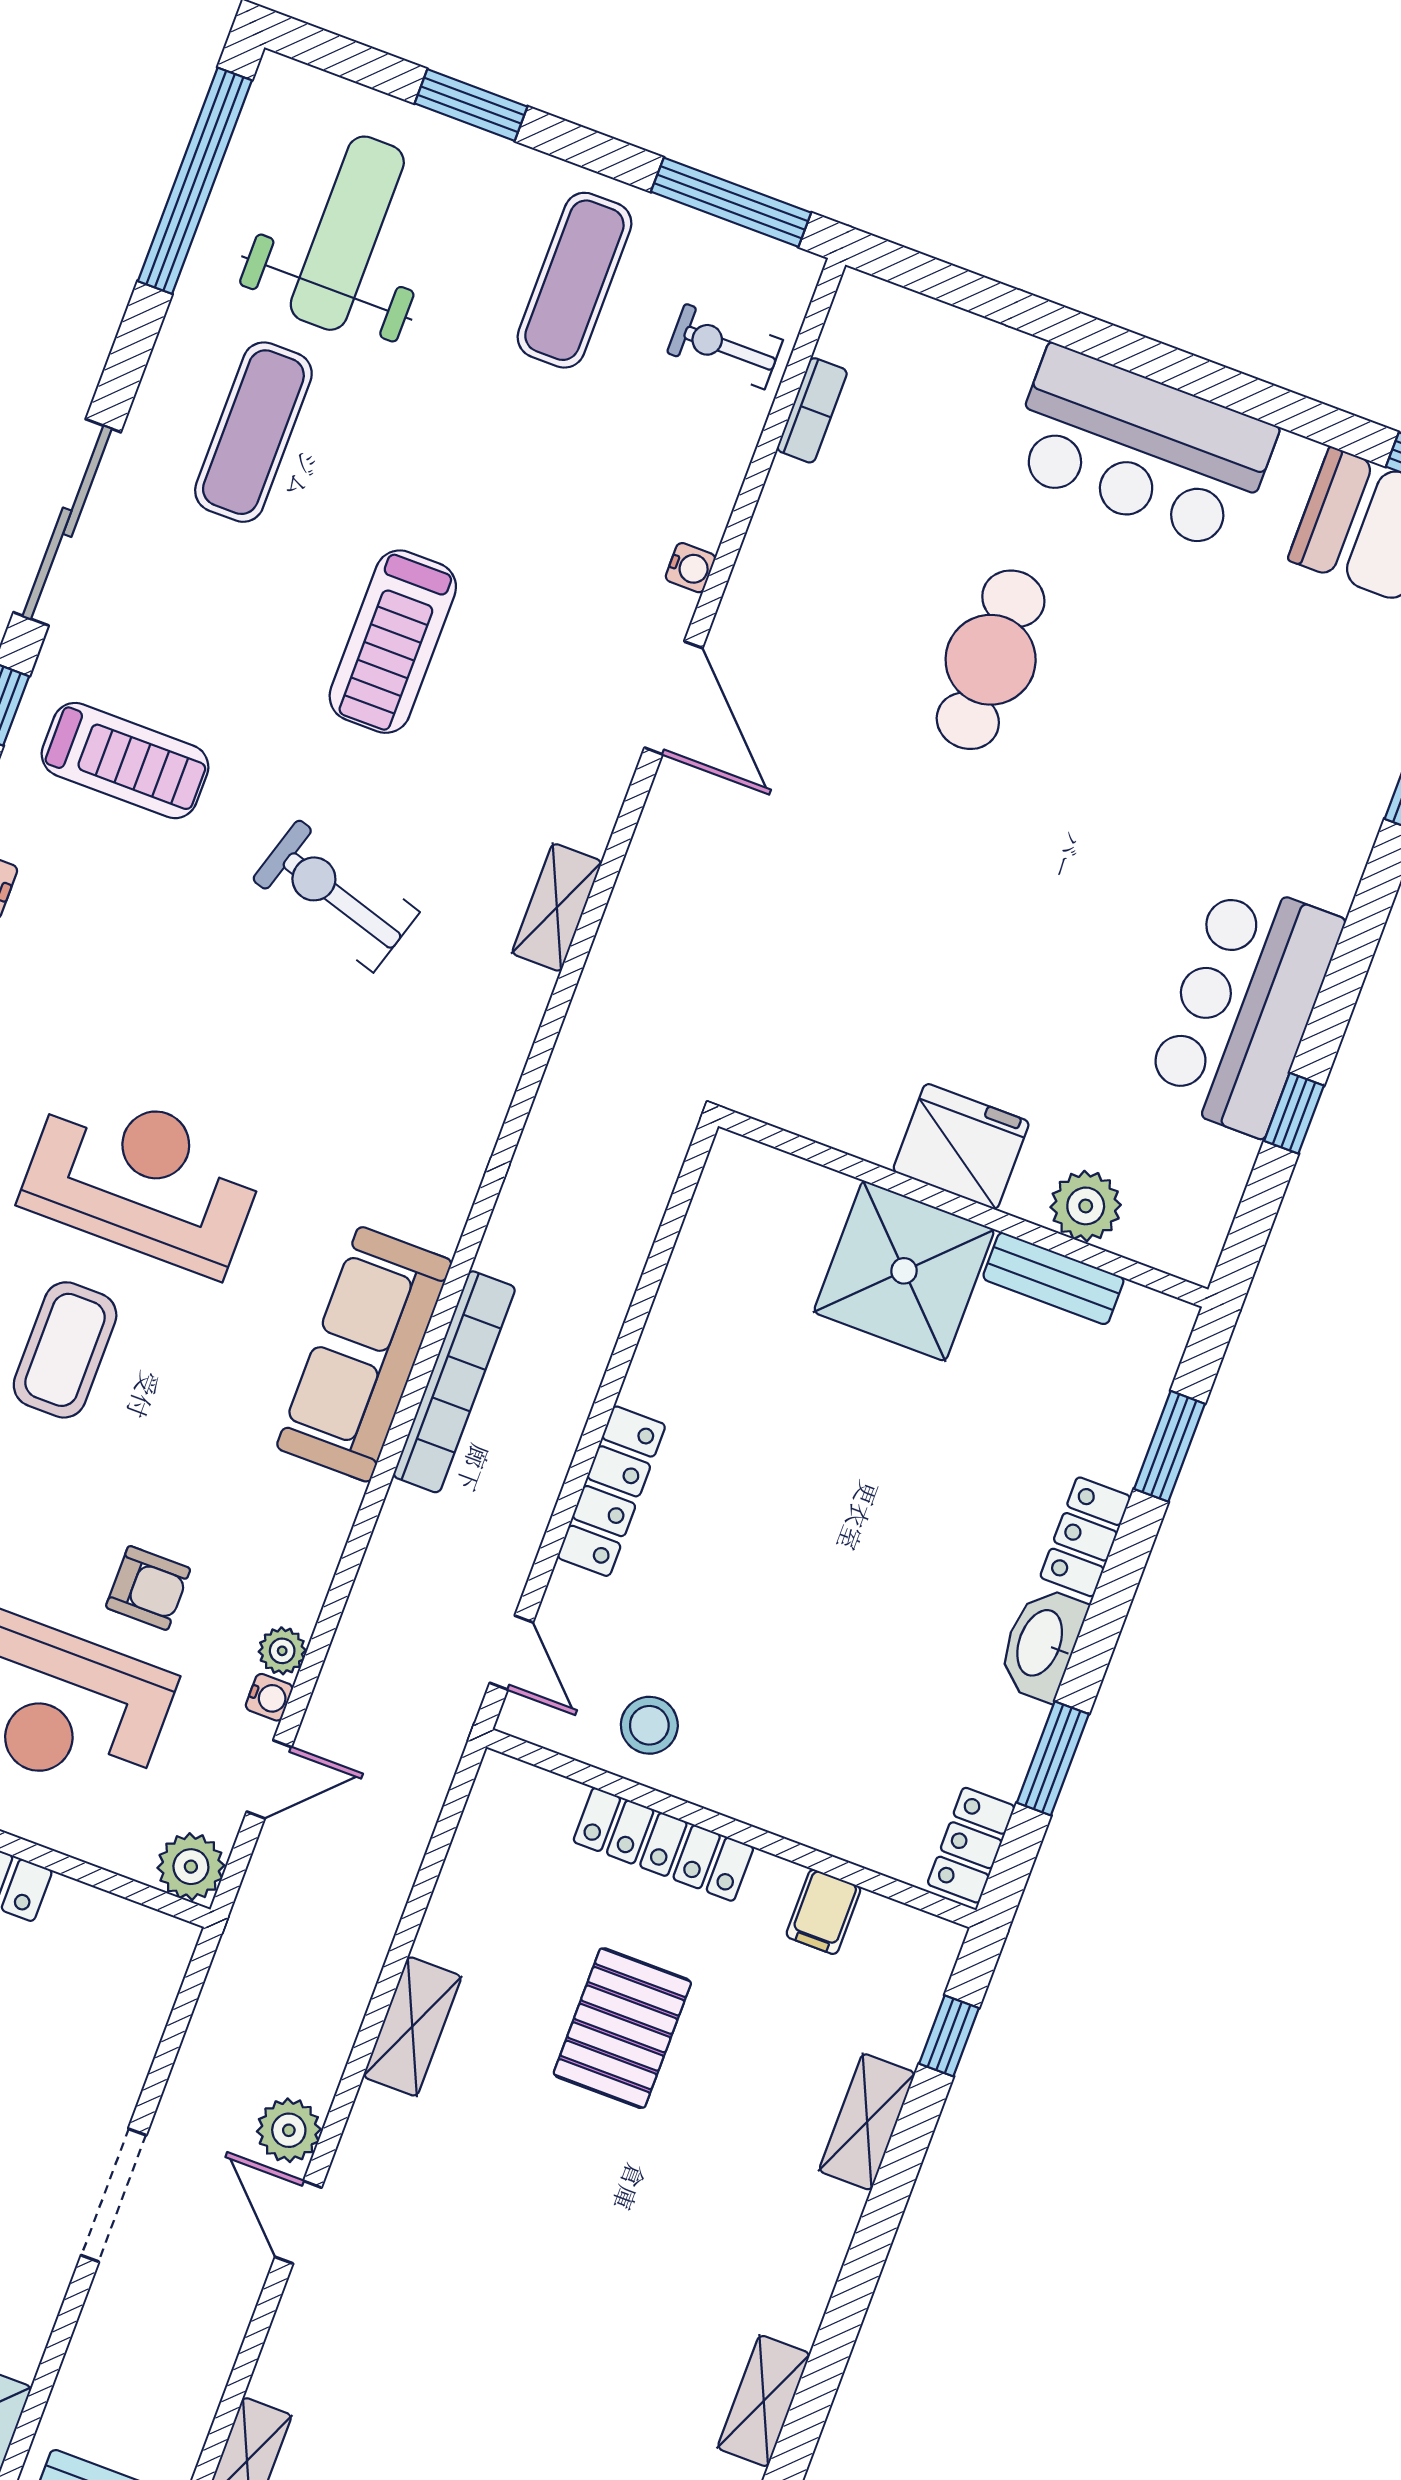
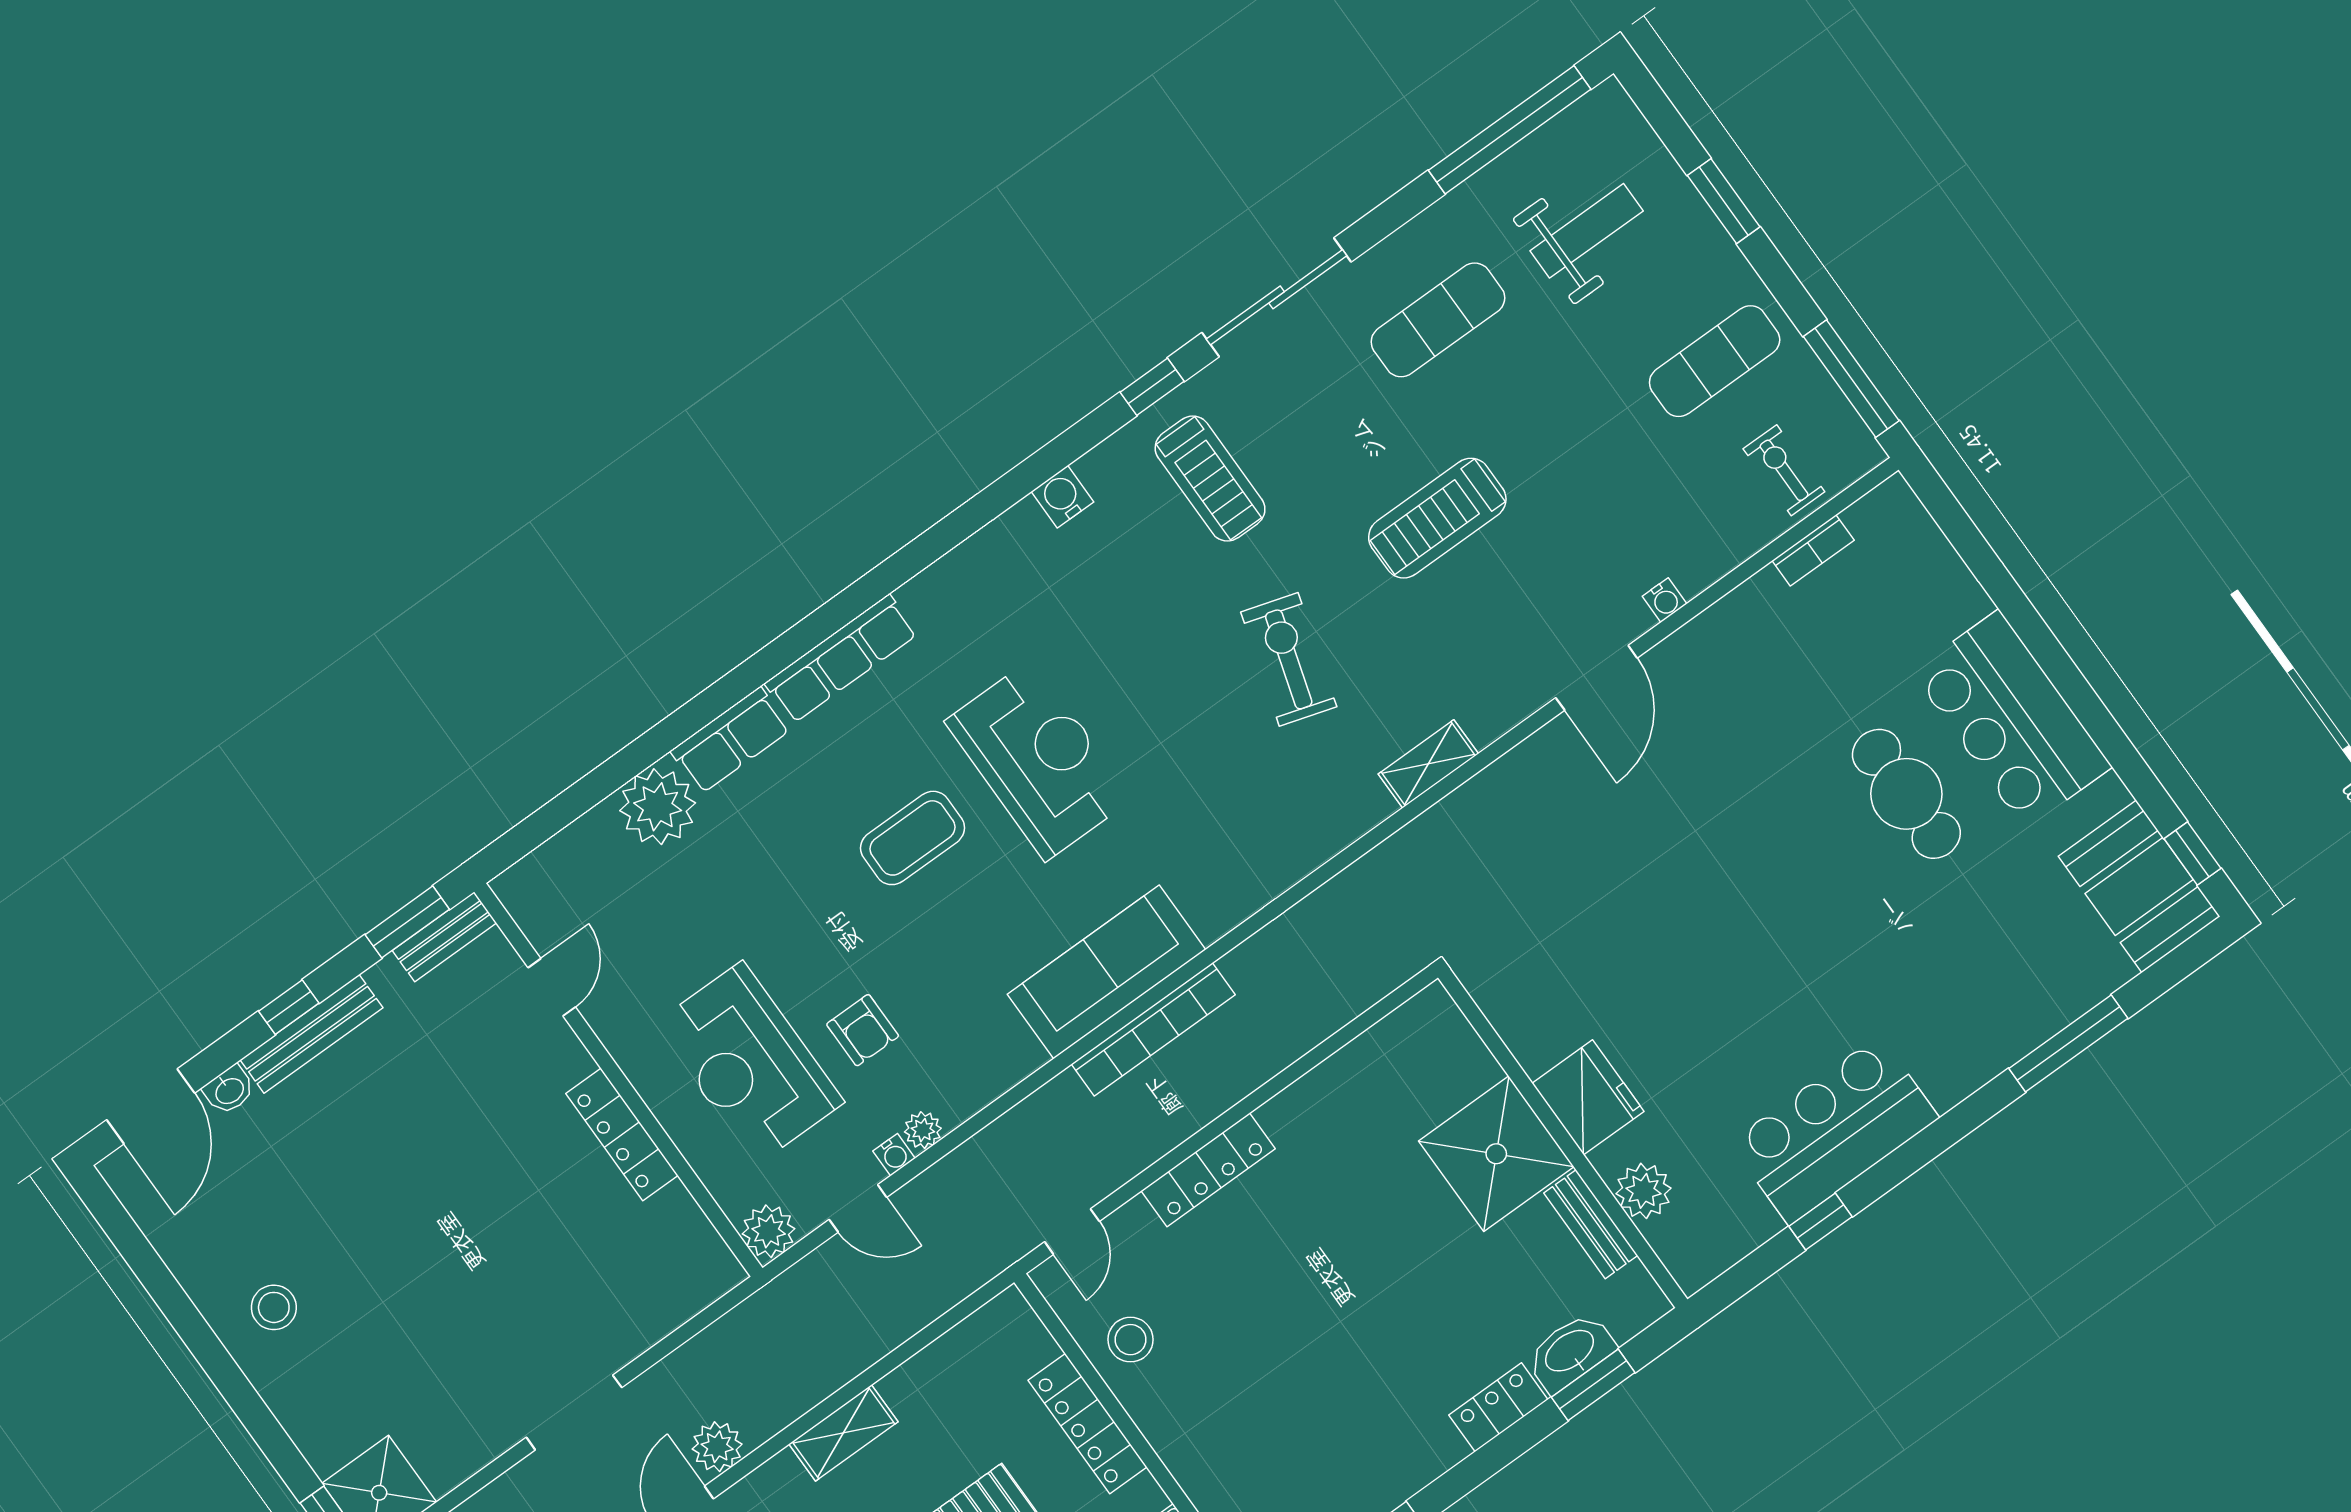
weight bench: (347, 233) -> (1587, 231), width x0.73, depth x0.75
cafe table: (991, 660) -> (1906, 794), moved, turned 90
washbasin: (1041, 1643) -> (1570, 1352), moved

